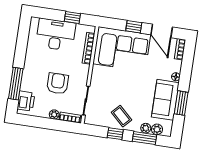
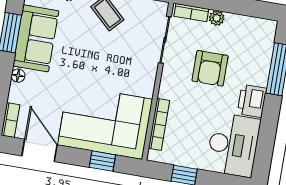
window: (134, 27) -> (102, 161), moved
desk: (56, 35) -> (233, 145), moved, turned -90
printer: (26, 101) -> (252, 101), moved

